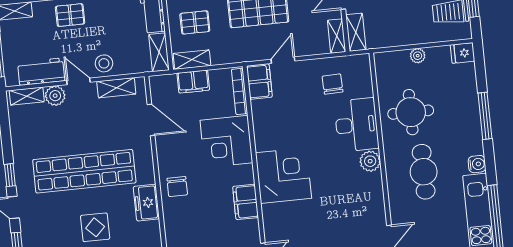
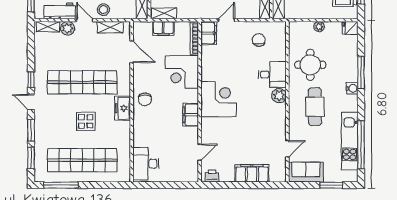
desk: (357, 125) -> (272, 74), width x0.73
water cooler: (477, 164) -> (352, 88), moved

